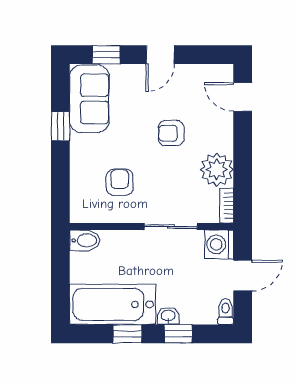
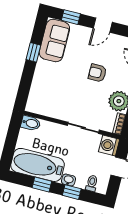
armchair: (120, 182) -> (60, 94), removed
toilet: (226, 312) -> (92, 183), moved

